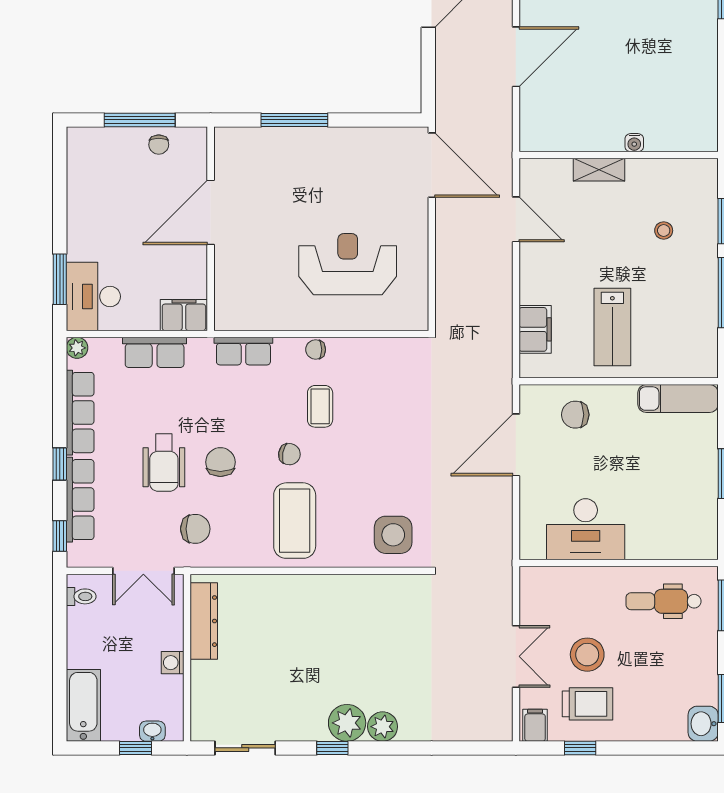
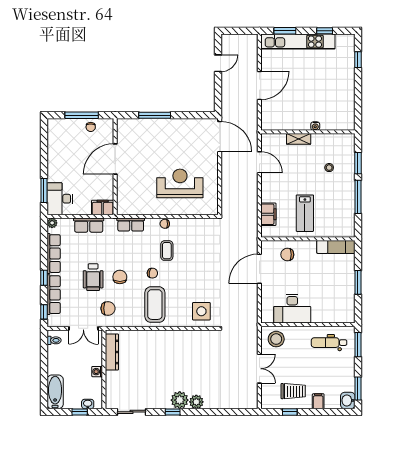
stool: (587, 655) -> (276, 339), moved
filing cabinet: (535, 725) -> (318, 401), moved

